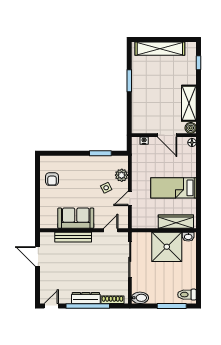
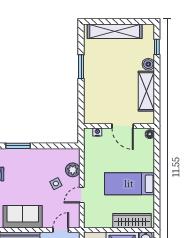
boiler: (191, 128) -> (148, 64), moved
window: (100, 153) -> (18, 146), moved

